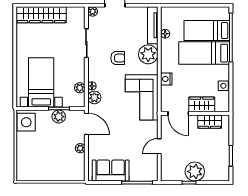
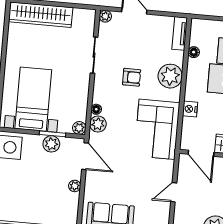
tv unit: (153, 25) -> (180, 33), width x0.71
plant: (80, 88) -> (79, 128), moved

